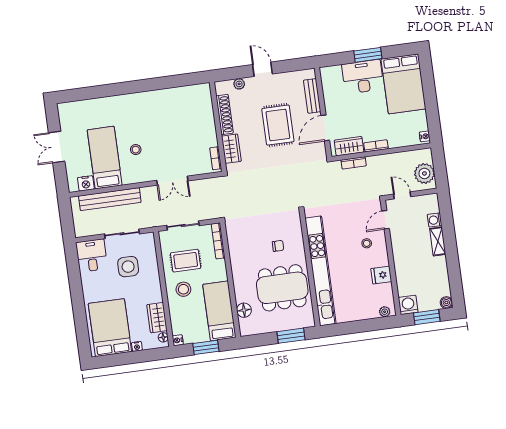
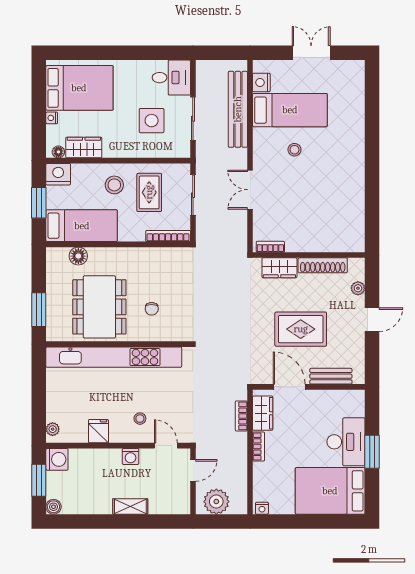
washing machine: (435, 220) -> (131, 456), moved, turned 180
nightstand: (178, 340) -> (58, 174), width x1.89, depth x1.79

